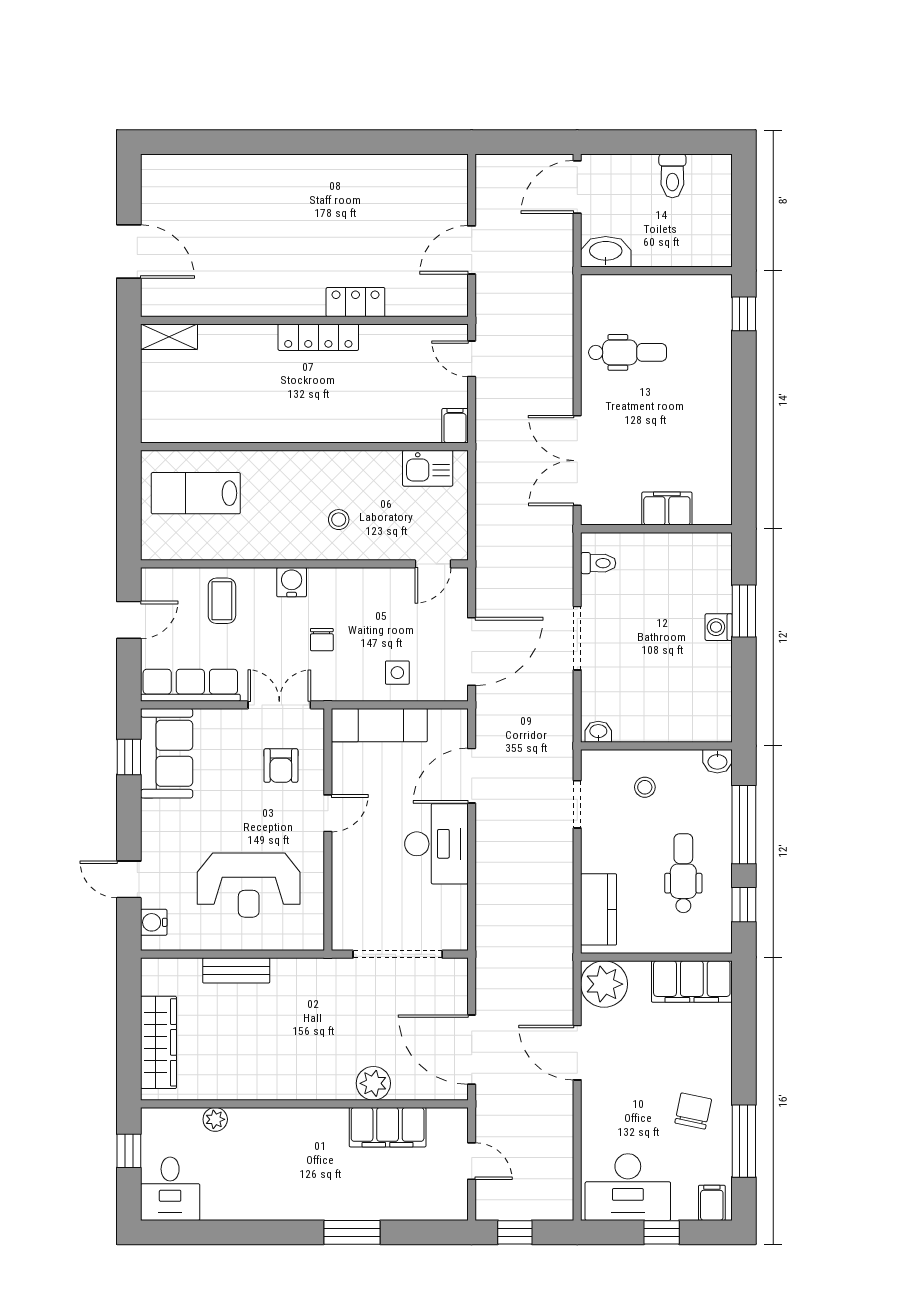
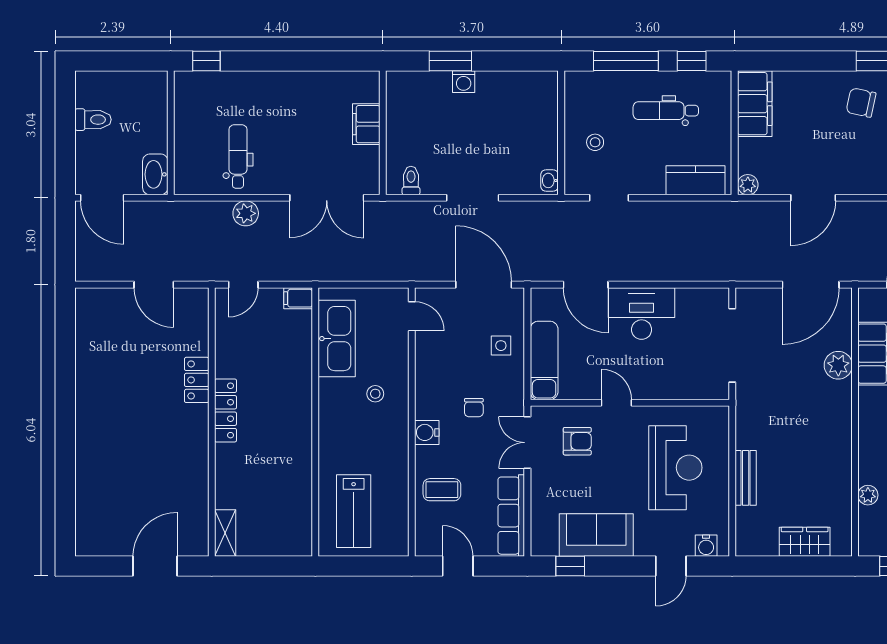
plant: (558, 362) -> (246, 213), added
kitchen sink: (428, 468) -> (337, 339), width x1.88, depth x1.24
chair: (322, 640) -> (474, 408), turned 90
sofa: (167, 753) -> (596, 535), moved
washbasin: (717, 761) -> (574, 83), removed
plant: (604, 984) -> (748, 185), width x0.53, depth x0.53
wardrobe: (158, 1042) -> (805, 542), width x0.67

